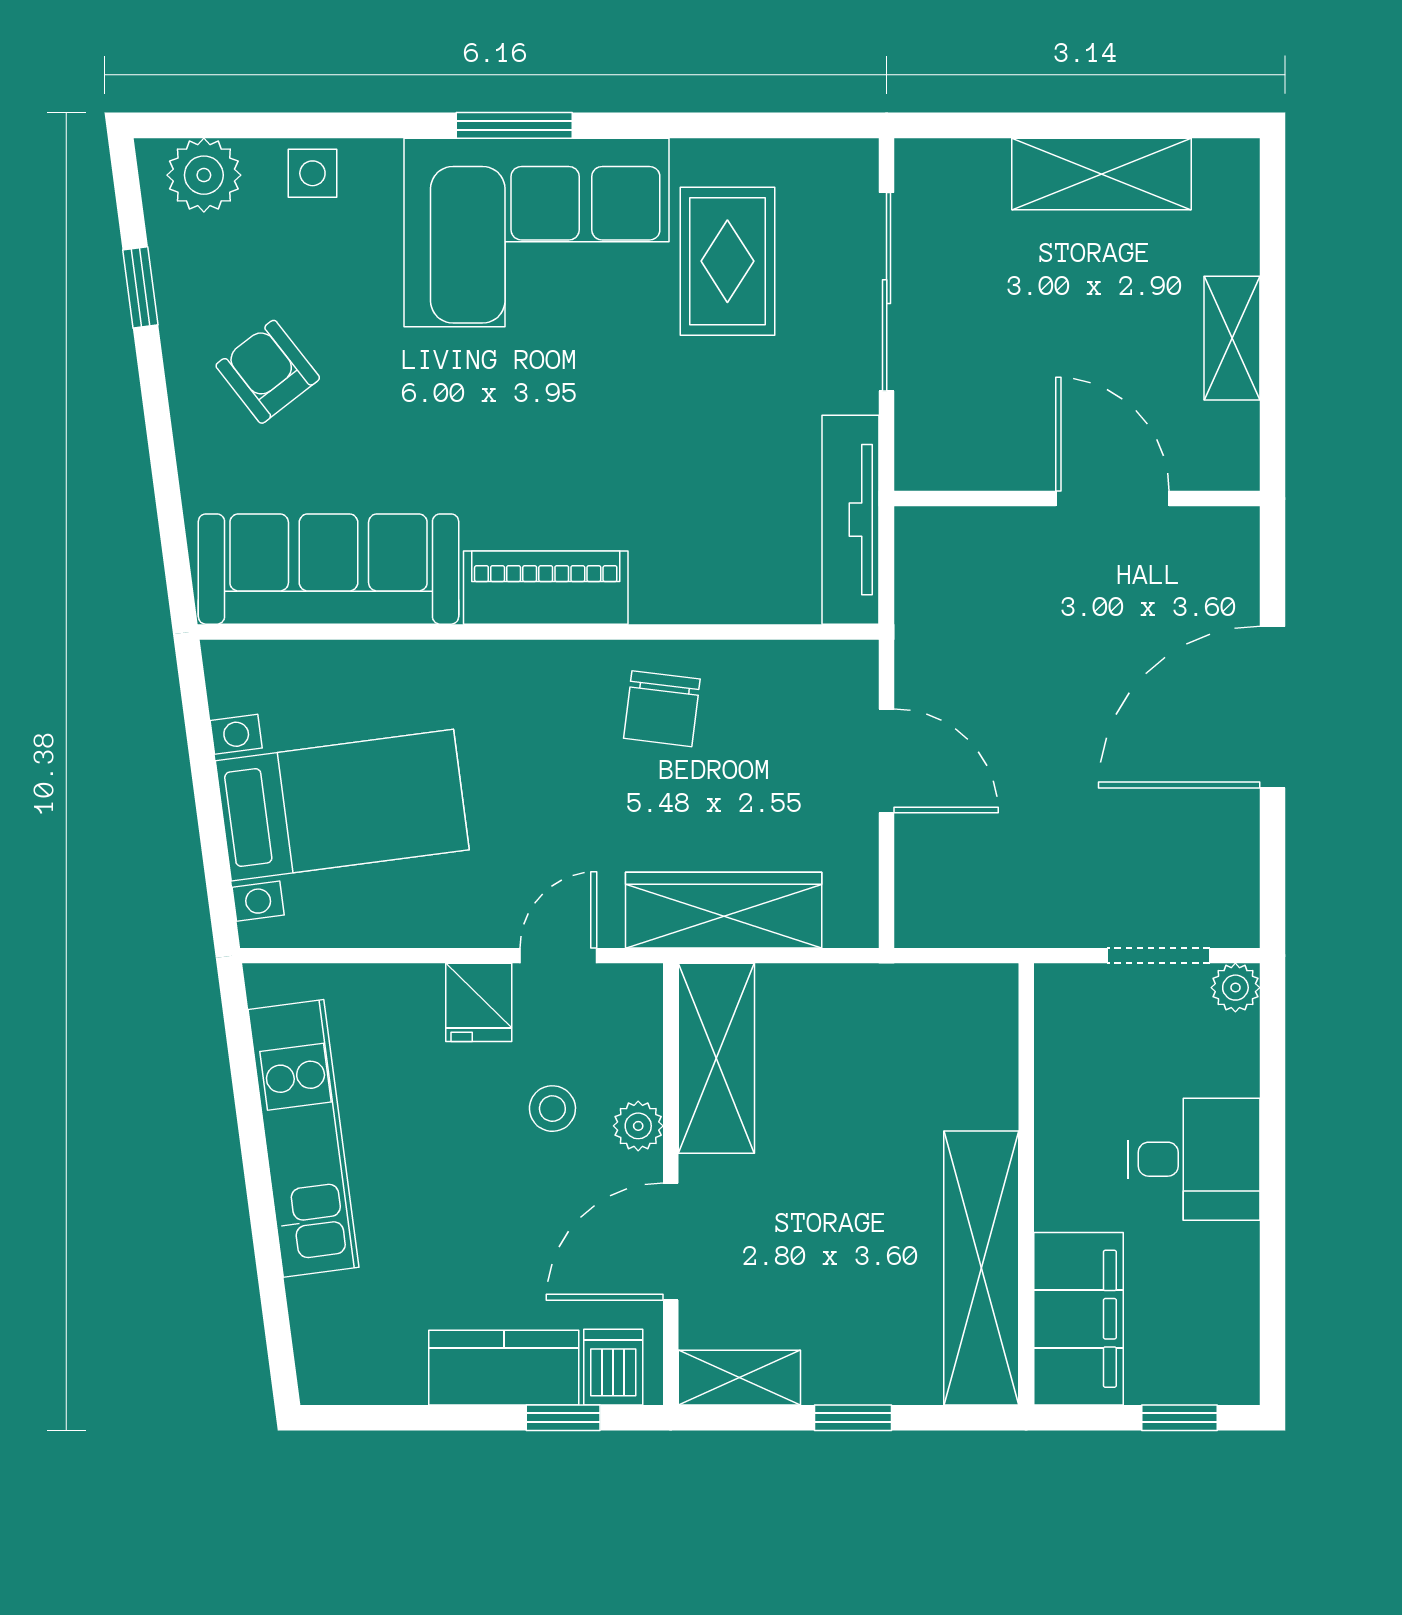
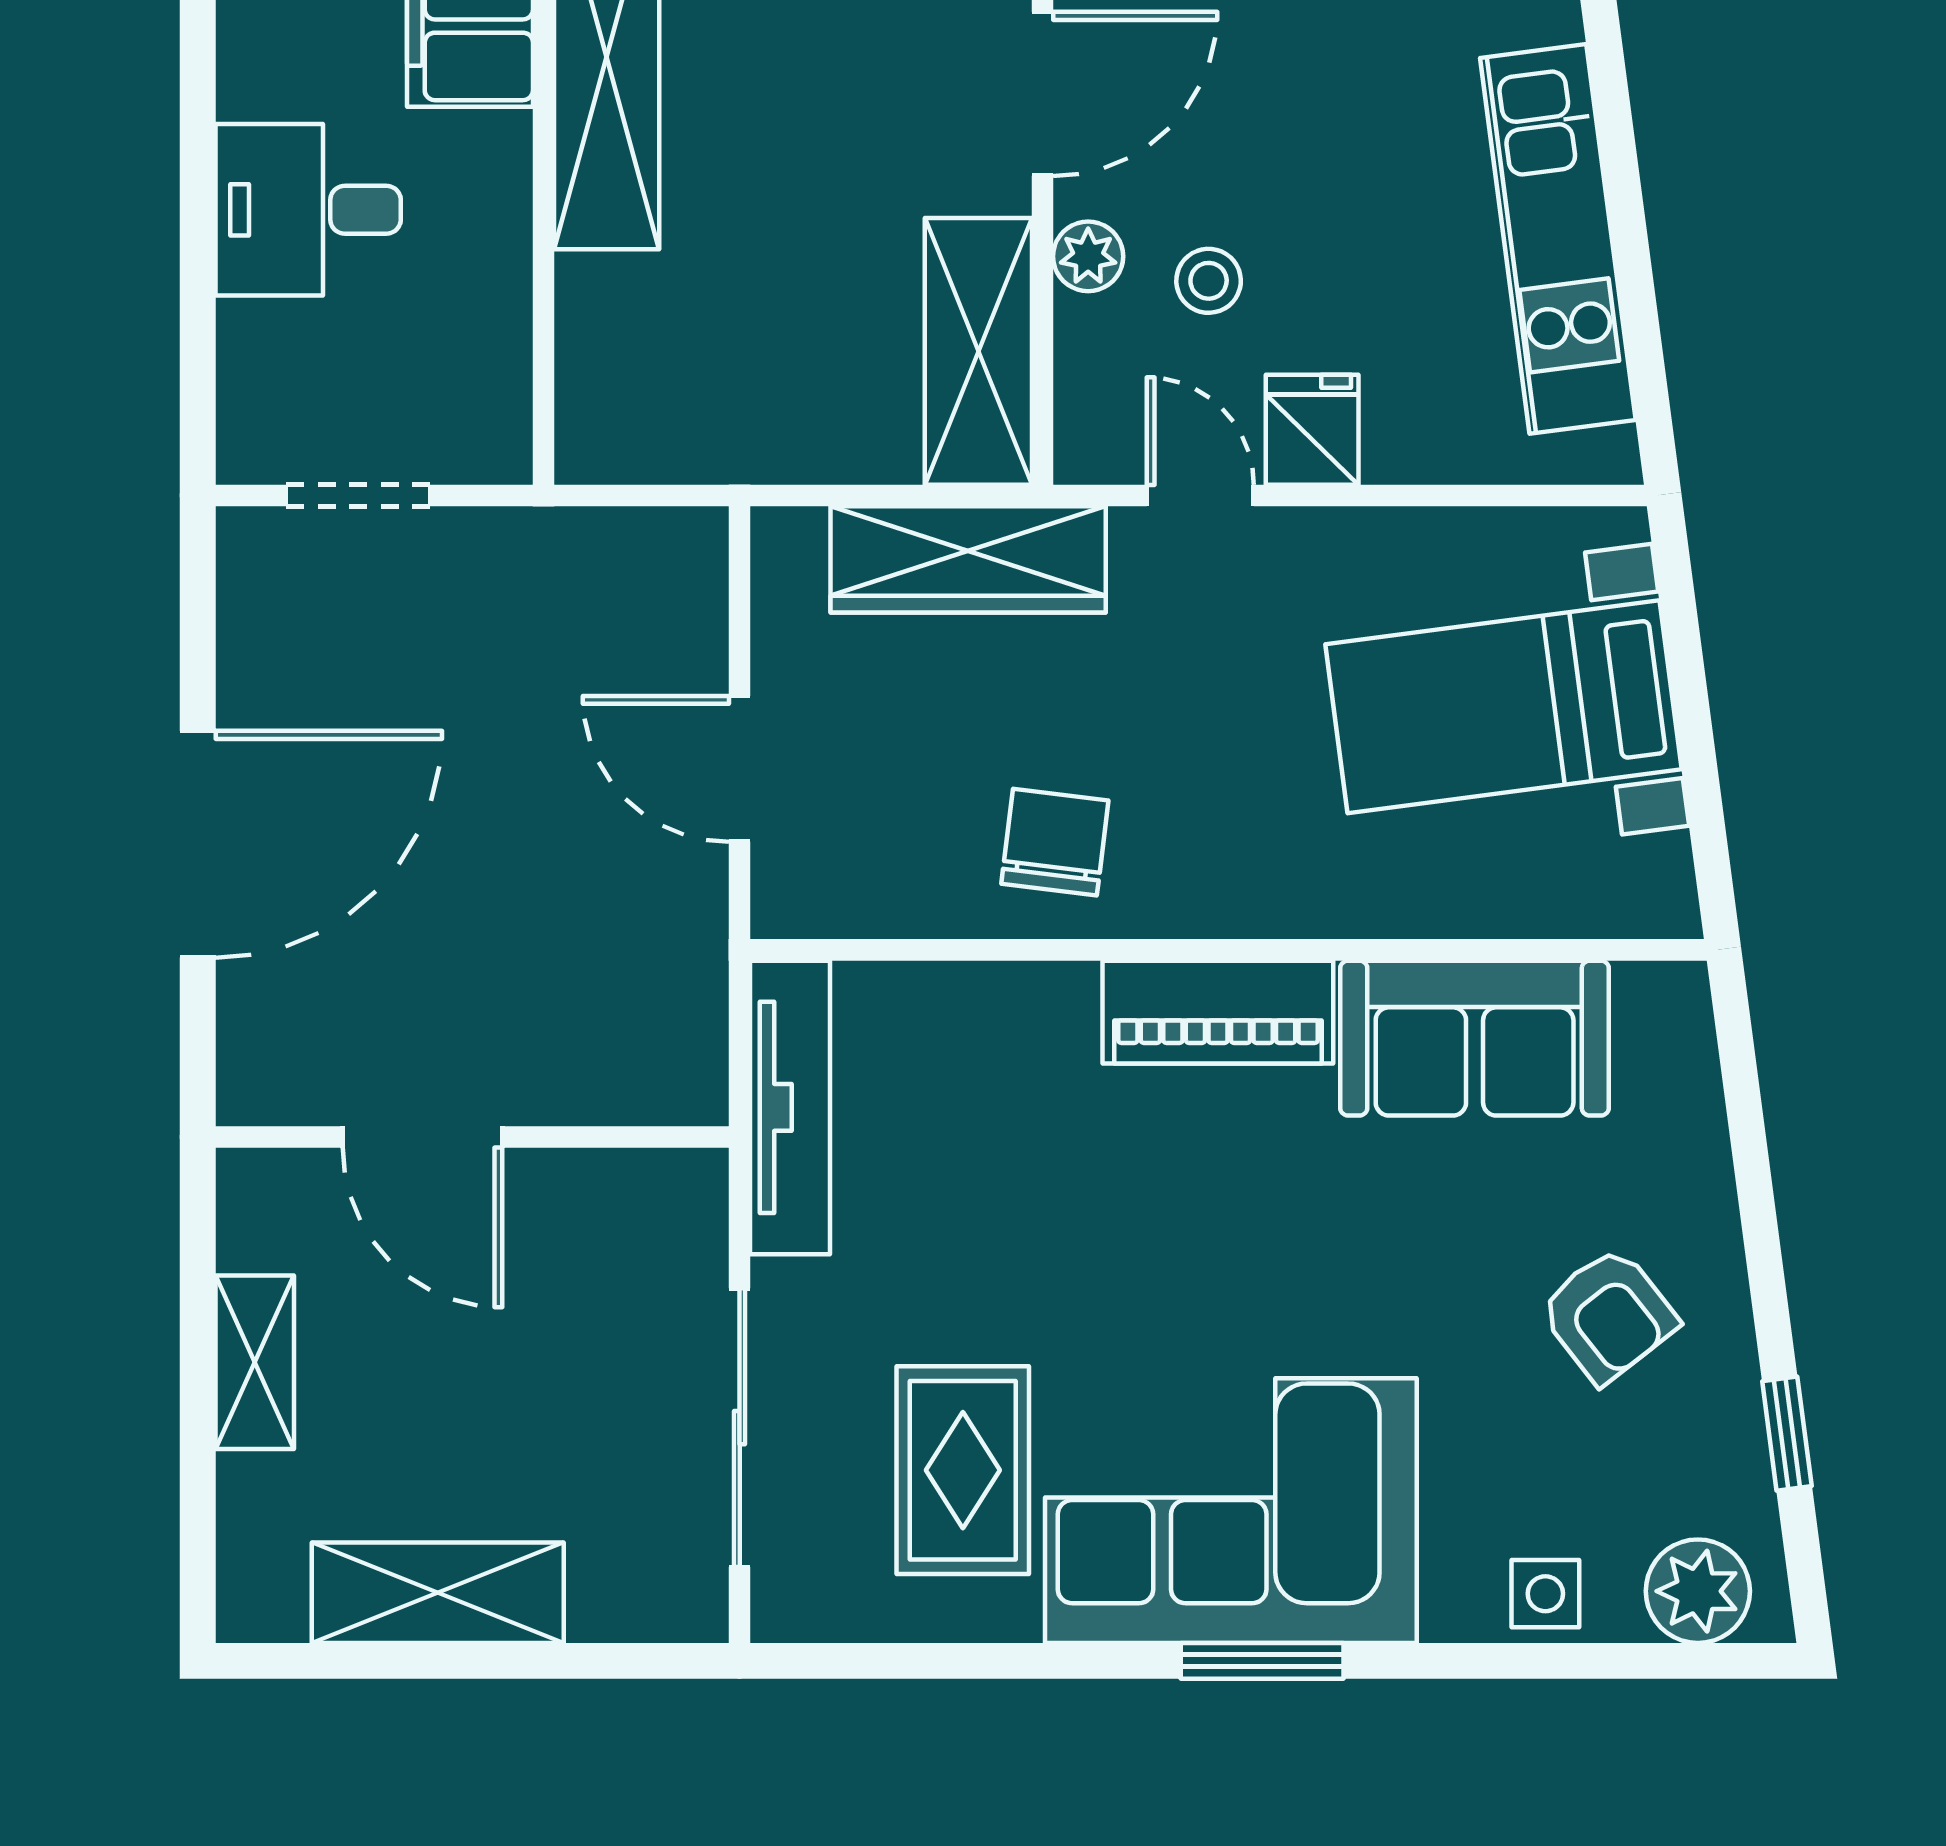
sofa: (328, 569) -> (1475, 1038), width x0.73
door: (558, 956) -> (1200, 495), swing flipped
plant: (1235, 988) -> (250, 451), removed

